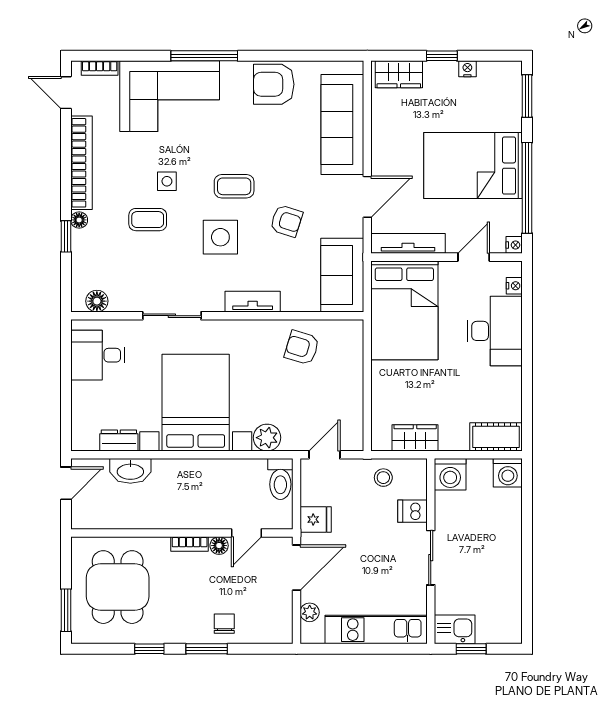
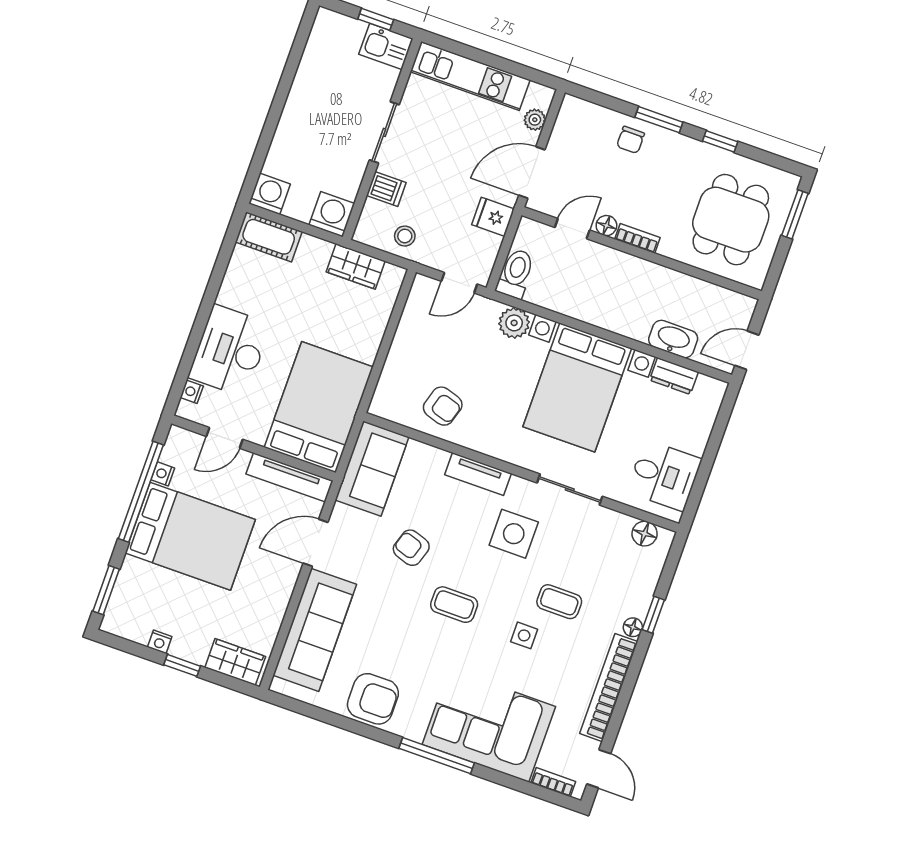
side table: (220, 237) -> (514, 534), moved
nightstand: (514, 245) -> (163, 474), moved

